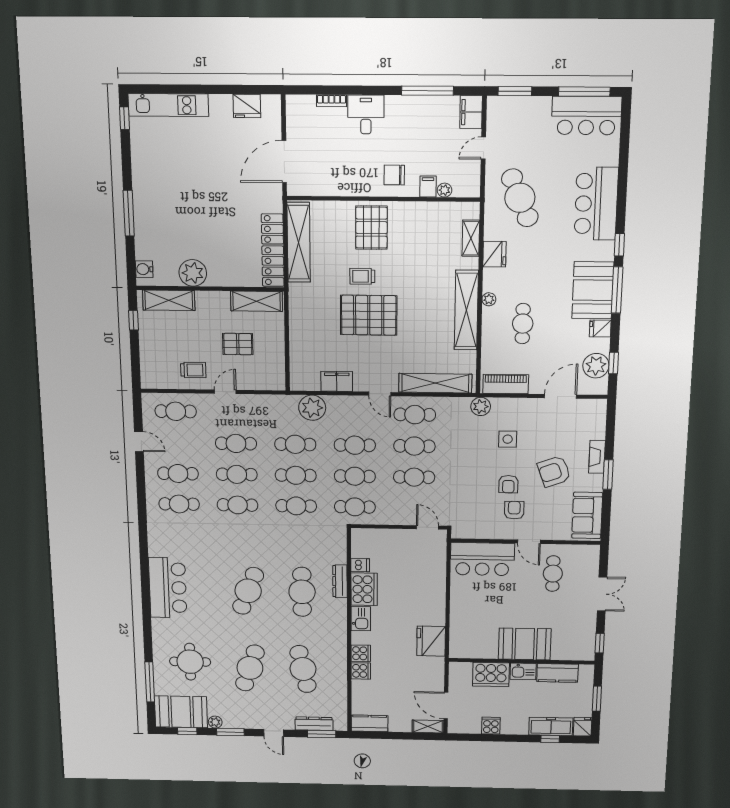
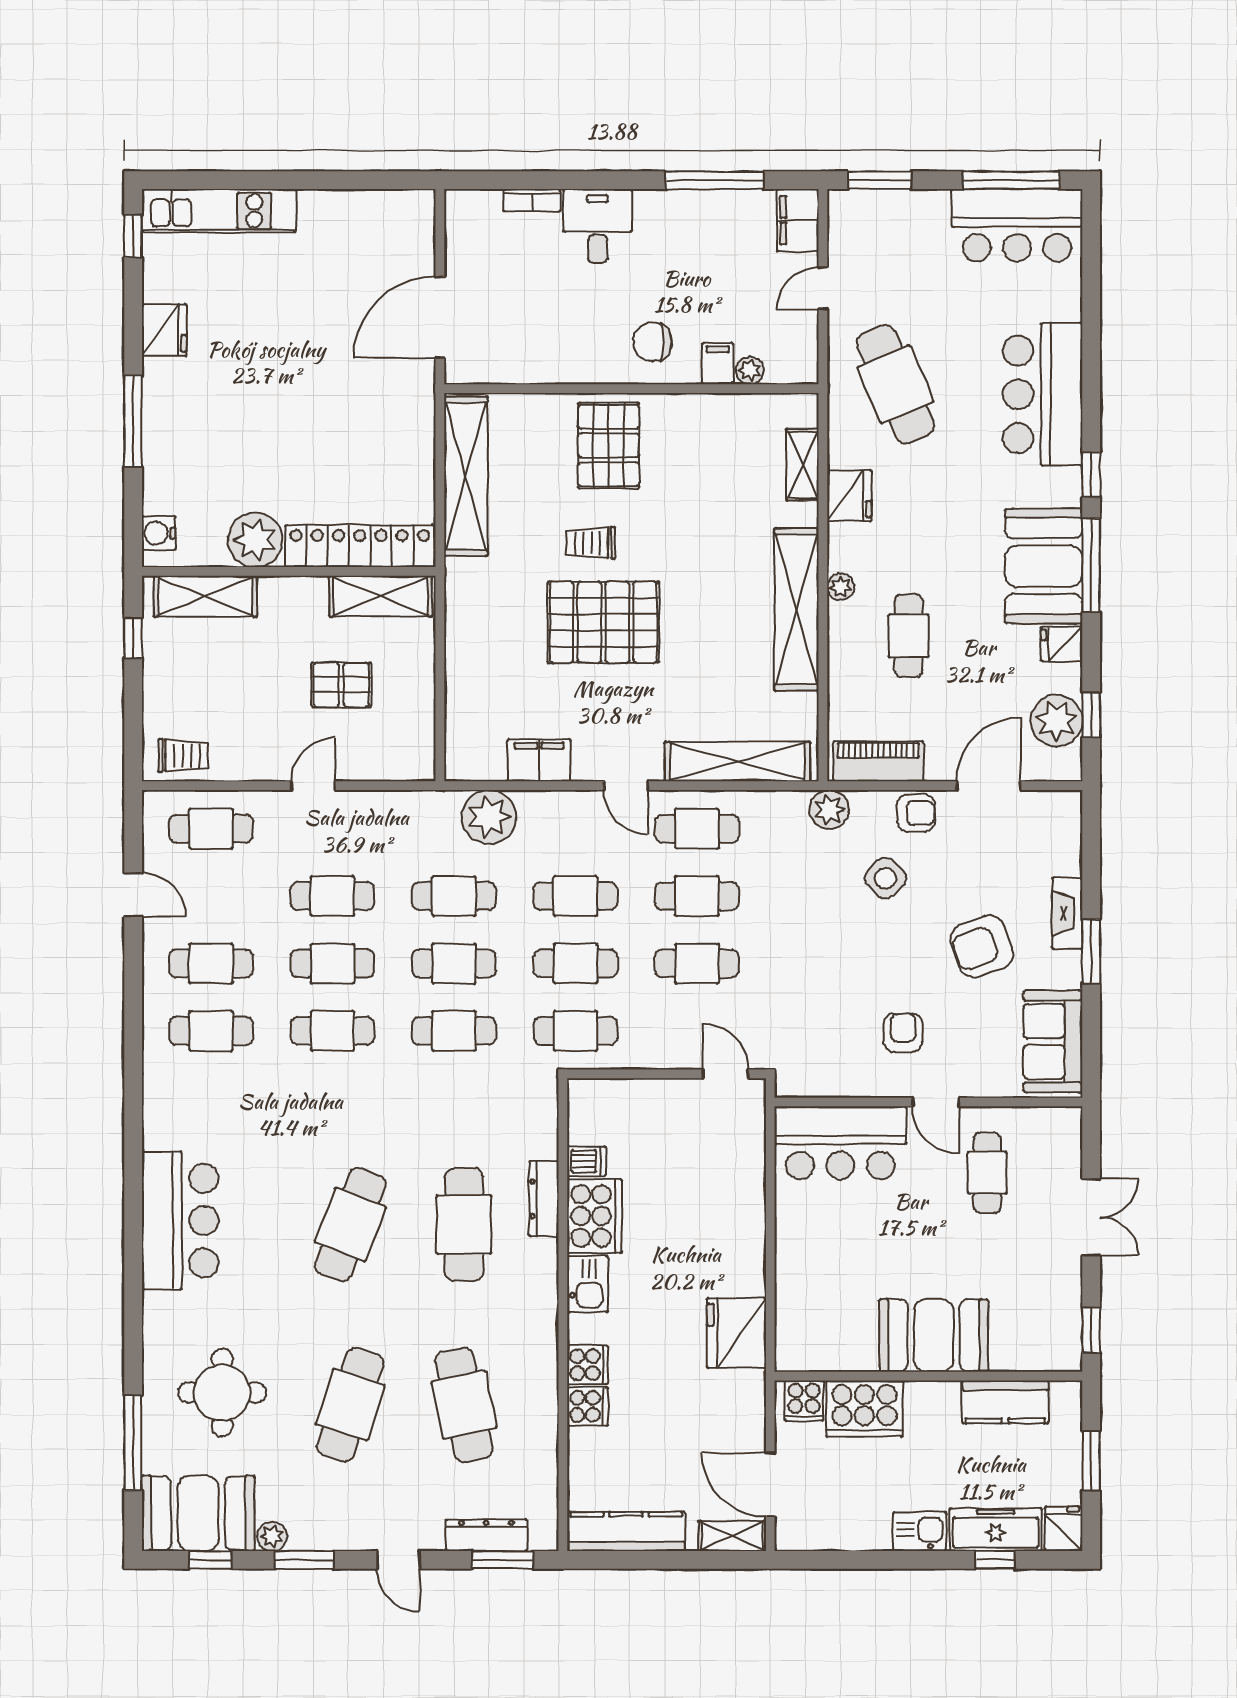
fridge: (247, 106) -> (164, 330), moved, turned -90
locker: (273, 250) -> (360, 546), moved, turned 90
trolley: (193, 370) -> (183, 755), moved
side table: (508, 439) -> (885, 878), turned 45
armchair: (508, 484) -> (916, 813), moved, turned -90
kitchen sink: (523, 671) -> (920, 1532), moved, turned 180
kitchen counter: (370, 723) -> (626, 1531), width x1.50
cooker: (491, 726) -> (804, 1401), moved, turned 180

